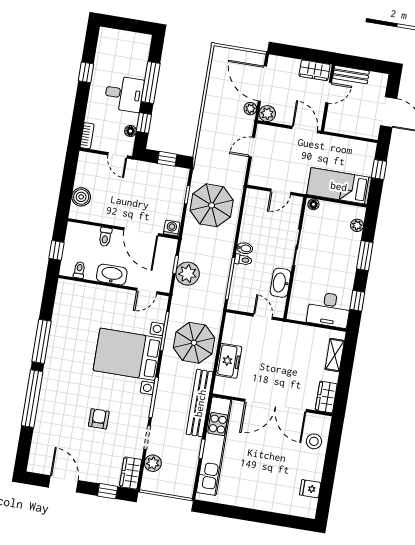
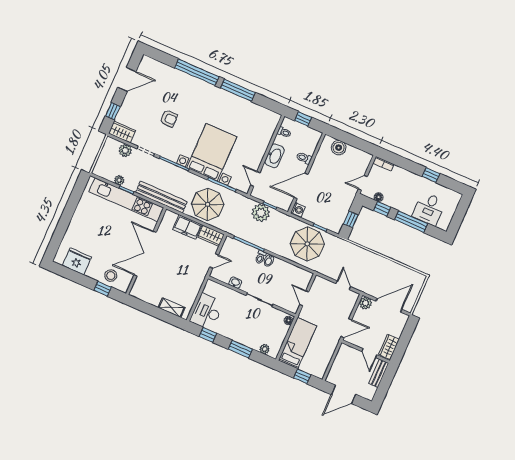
desk: (124, 94) -> (429, 209), moved
plant: (250, 109) -> (119, 180), moved
washbasin: (280, 283) -> (235, 283), width x0.52, depth x0.69
wardrobe: (326, 397) -> (211, 236), moved, turned 180
window: (333, 447) -> (103, 289), added
fridge: (310, 489) -> (77, 261), width x1.88, depth x1.34

